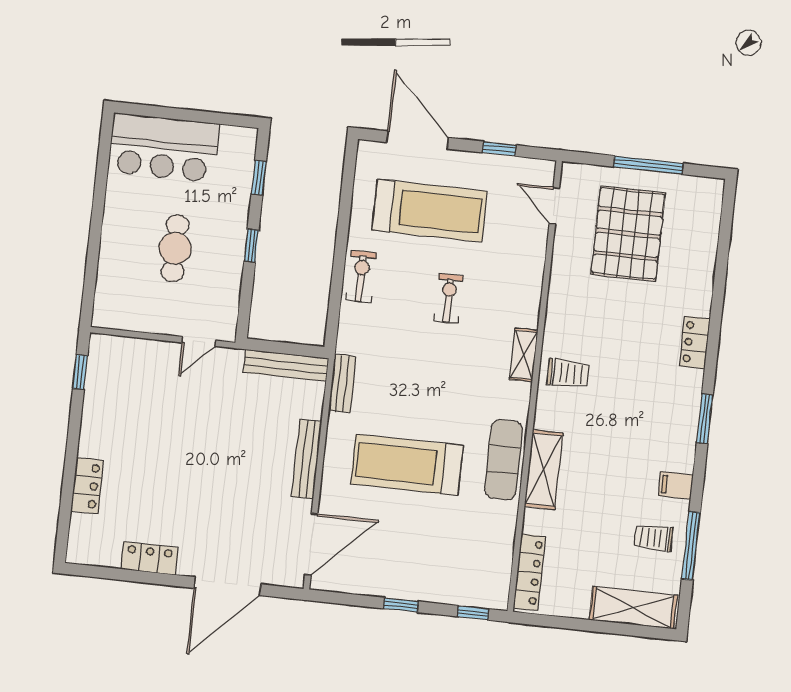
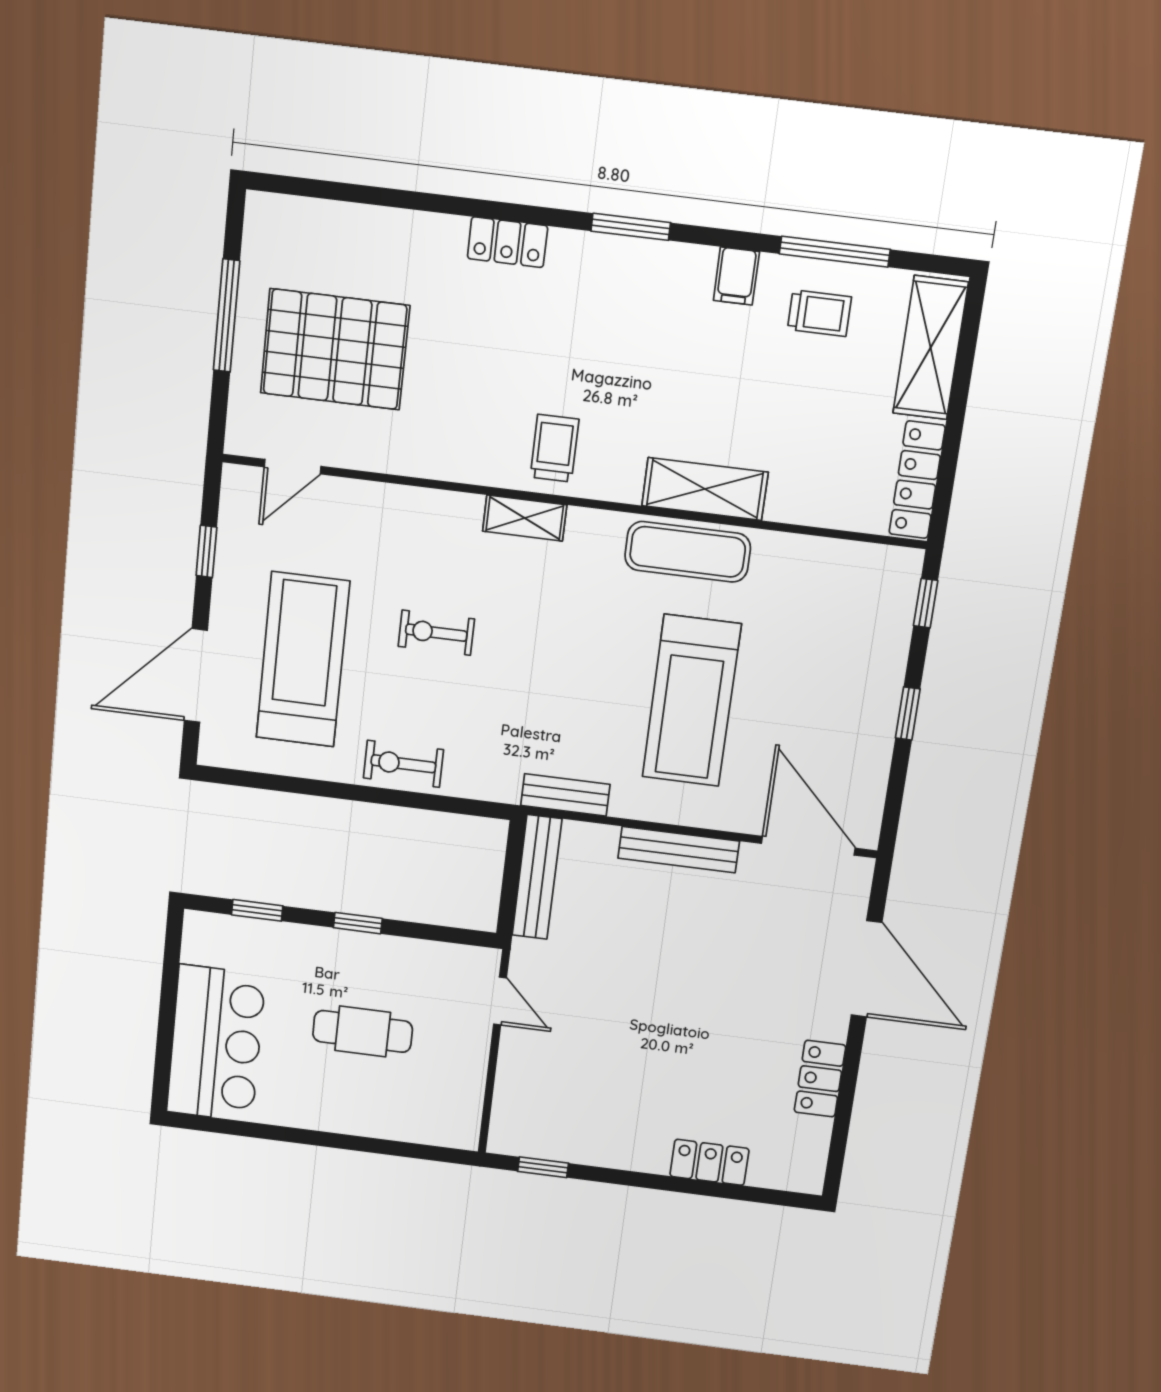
trolley: (654, 538) -> (819, 313), turned -90
locker: (530, 572) -> (917, 480), moved, turned -90

